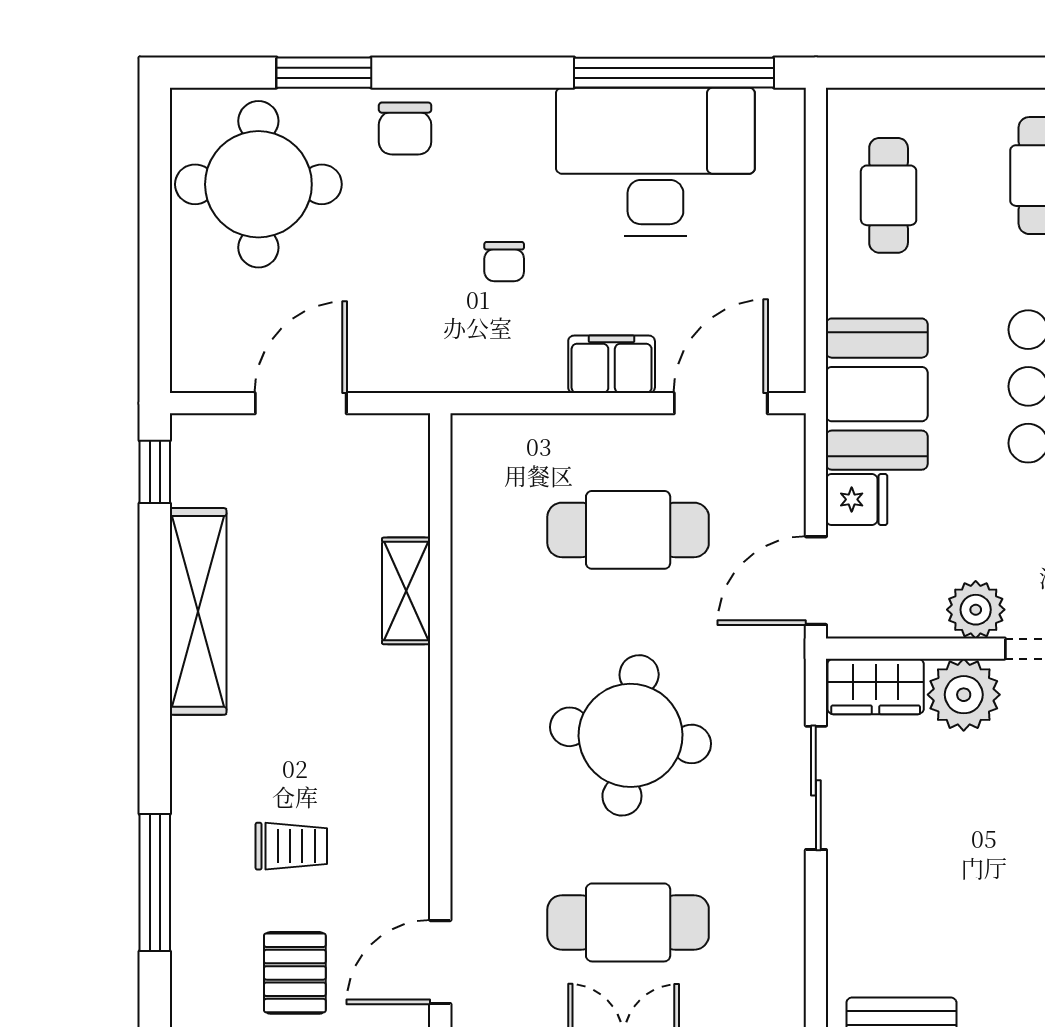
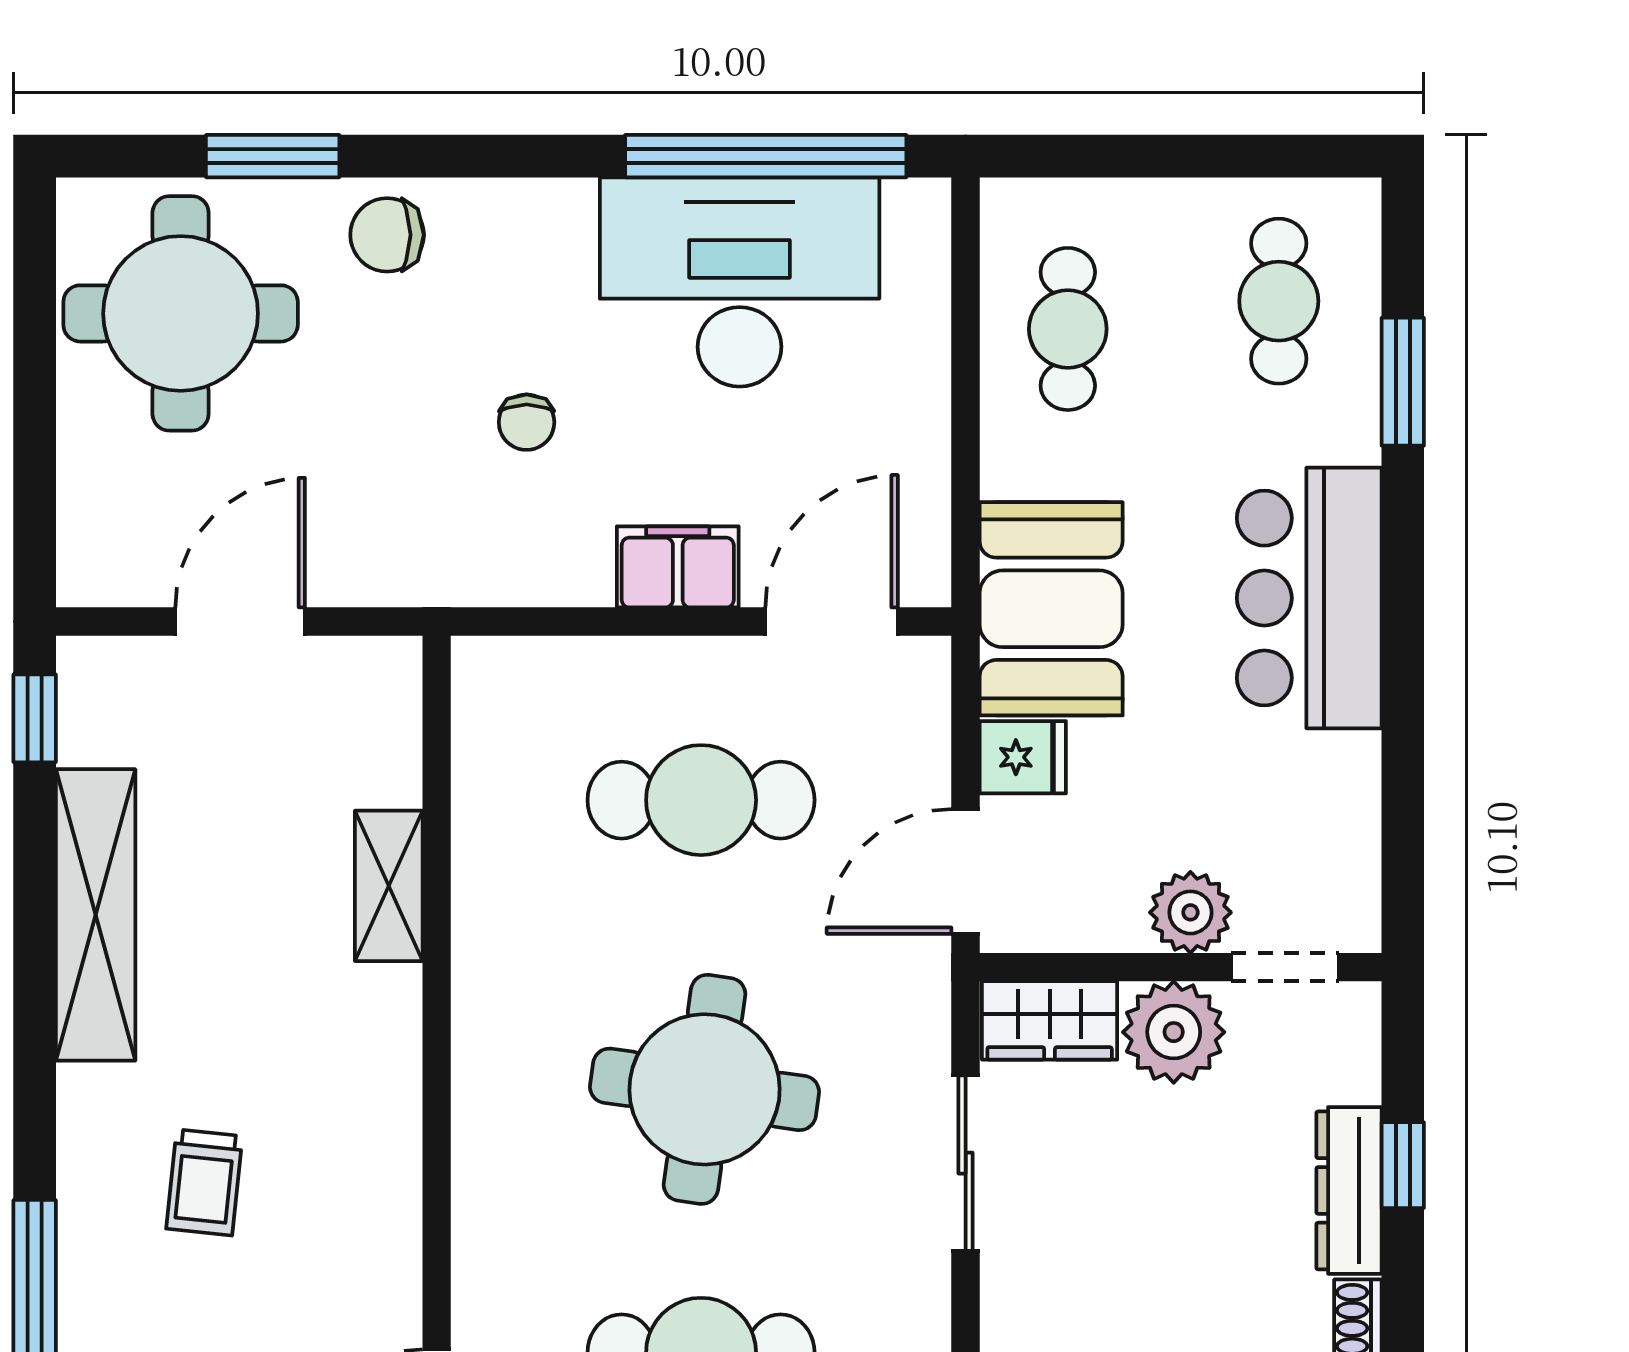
chair: (405, 128) -> (387, 235), turned 90
trolley: (291, 846) -> (204, 1182), moved, turned 96

